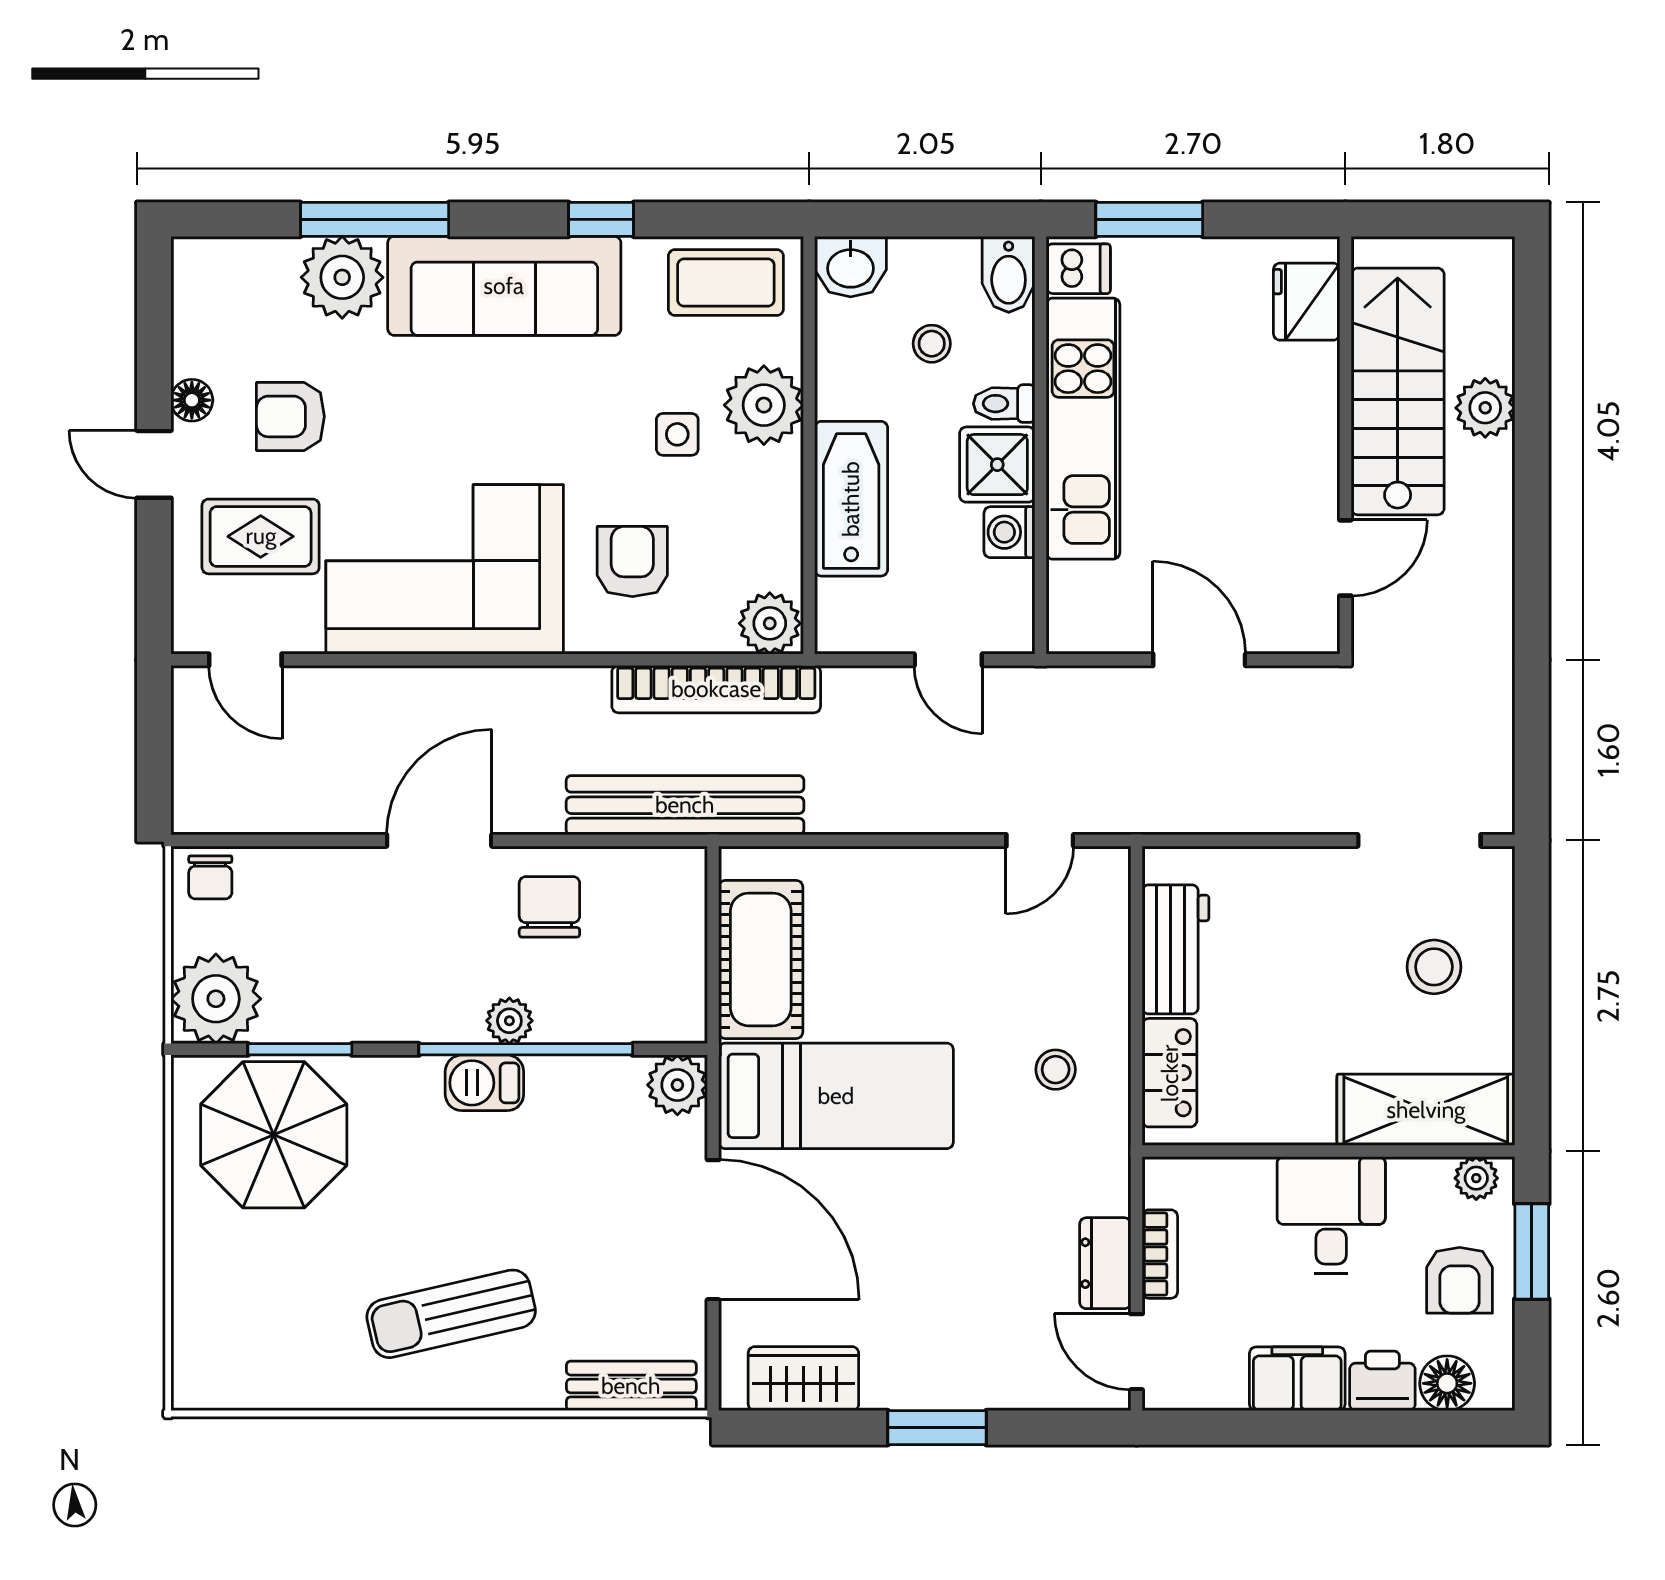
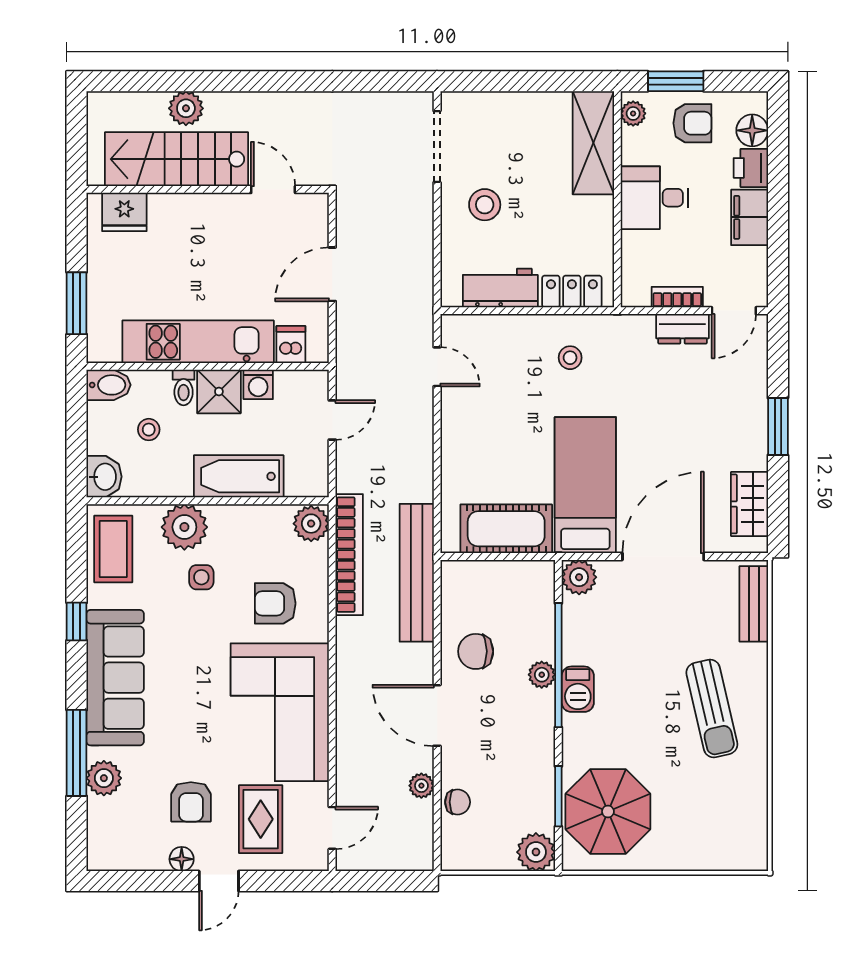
dishwasher: (1078, 269) -> (291, 344), moved
plant: (342, 277) -> (104, 778), width x0.73, depth x0.73
plant: (318, 813) -> (421, 786), added
chair: (210, 877) -> (458, 802), moved
stool: (1434, 967) -> (485, 205), moved
plant: (216, 999) -> (536, 852), width x0.73, depth x0.73

